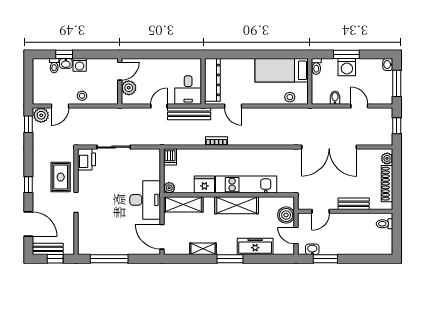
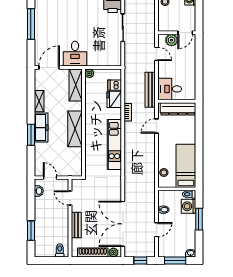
washing machine: (347, 67) -> (189, 206), moved
door: (120, 71) -> (185, 33), hinge flipped
door: (159, 106) -> (157, 54), moved
double door: (329, 147) -> (123, 224), moved
dishwasher: (170, 157) -> (115, 85), moved
fridge: (204, 185) -> (114, 99), moved, turned 180
kitchen unit: (246, 185) -> (114, 145), moved, turned 180
desk: (145, 200) -> (75, 54), width x0.73
boiler: (286, 215) -> (67, 169), removed
door: (296, 236) -> (50, 178), hinge flipped
freezer: (255, 246) -> (41, 128), moved
window: (230, 259) -> (31, 135), moved
window: (325, 259) -> (31, 231), moved

